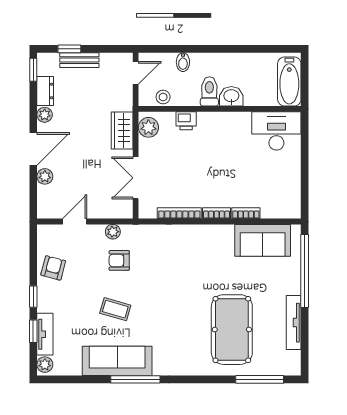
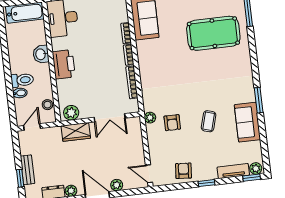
door: (136, 73) -> (32, 127), hinge flipped
toilet: (209, 91) -> (22, 80), moved, turned 180
printer: (186, 121) -> (64, 64), moved, width x1.87, depth x1.48
door: (75, 222) -> (149, 174), moved
plant: (113, 232) -> (150, 118), moved
armchair: (53, 268) -> (184, 171), turned 79
window: (33, 331) -> (252, 178), moved
sofa: (117, 361) -> (247, 122), width x0.73
window: (135, 379) -> (259, 100), width x0.69

